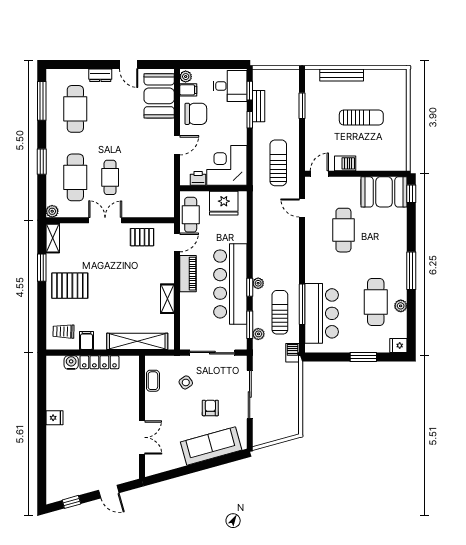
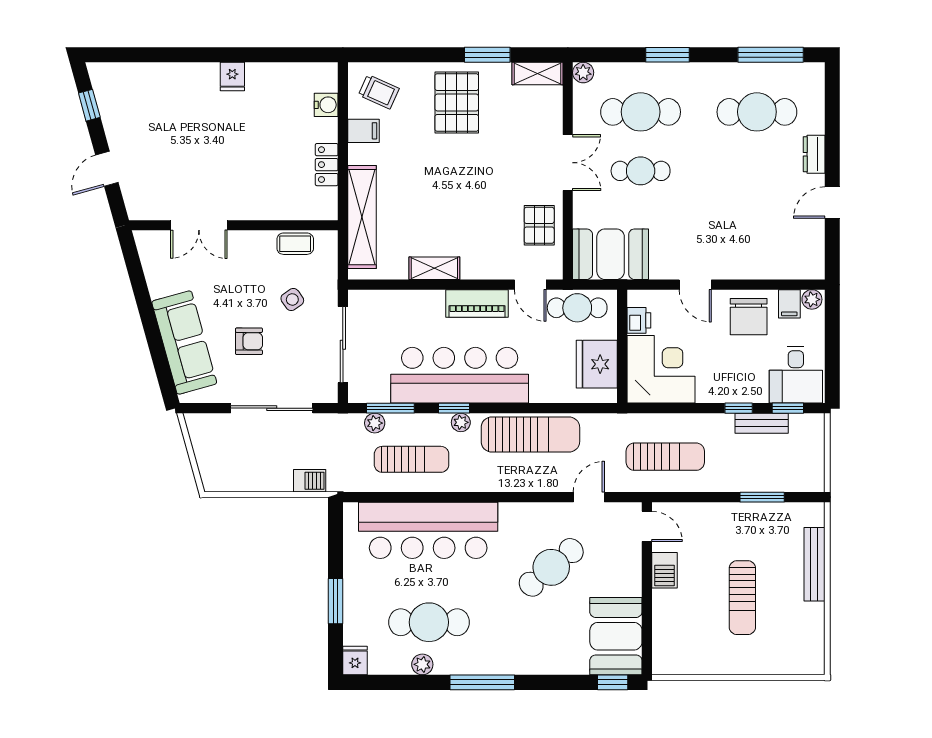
booth: (159, 96) -> (611, 254), moved
cafe table: (343, 230) -> (551, 567), turned -40
sun lounger: (265, 242) -> (530, 435), added
window: (302, 304) -> (425, 497), removed
bar counter: (322, 313) -> (428, 530), width x1.36
trolley: (63, 332) -> (379, 92), turned 113
barbecue: (292, 353) -> (310, 481), moved
locker: (99, 362) -> (327, 165), width x0.66

